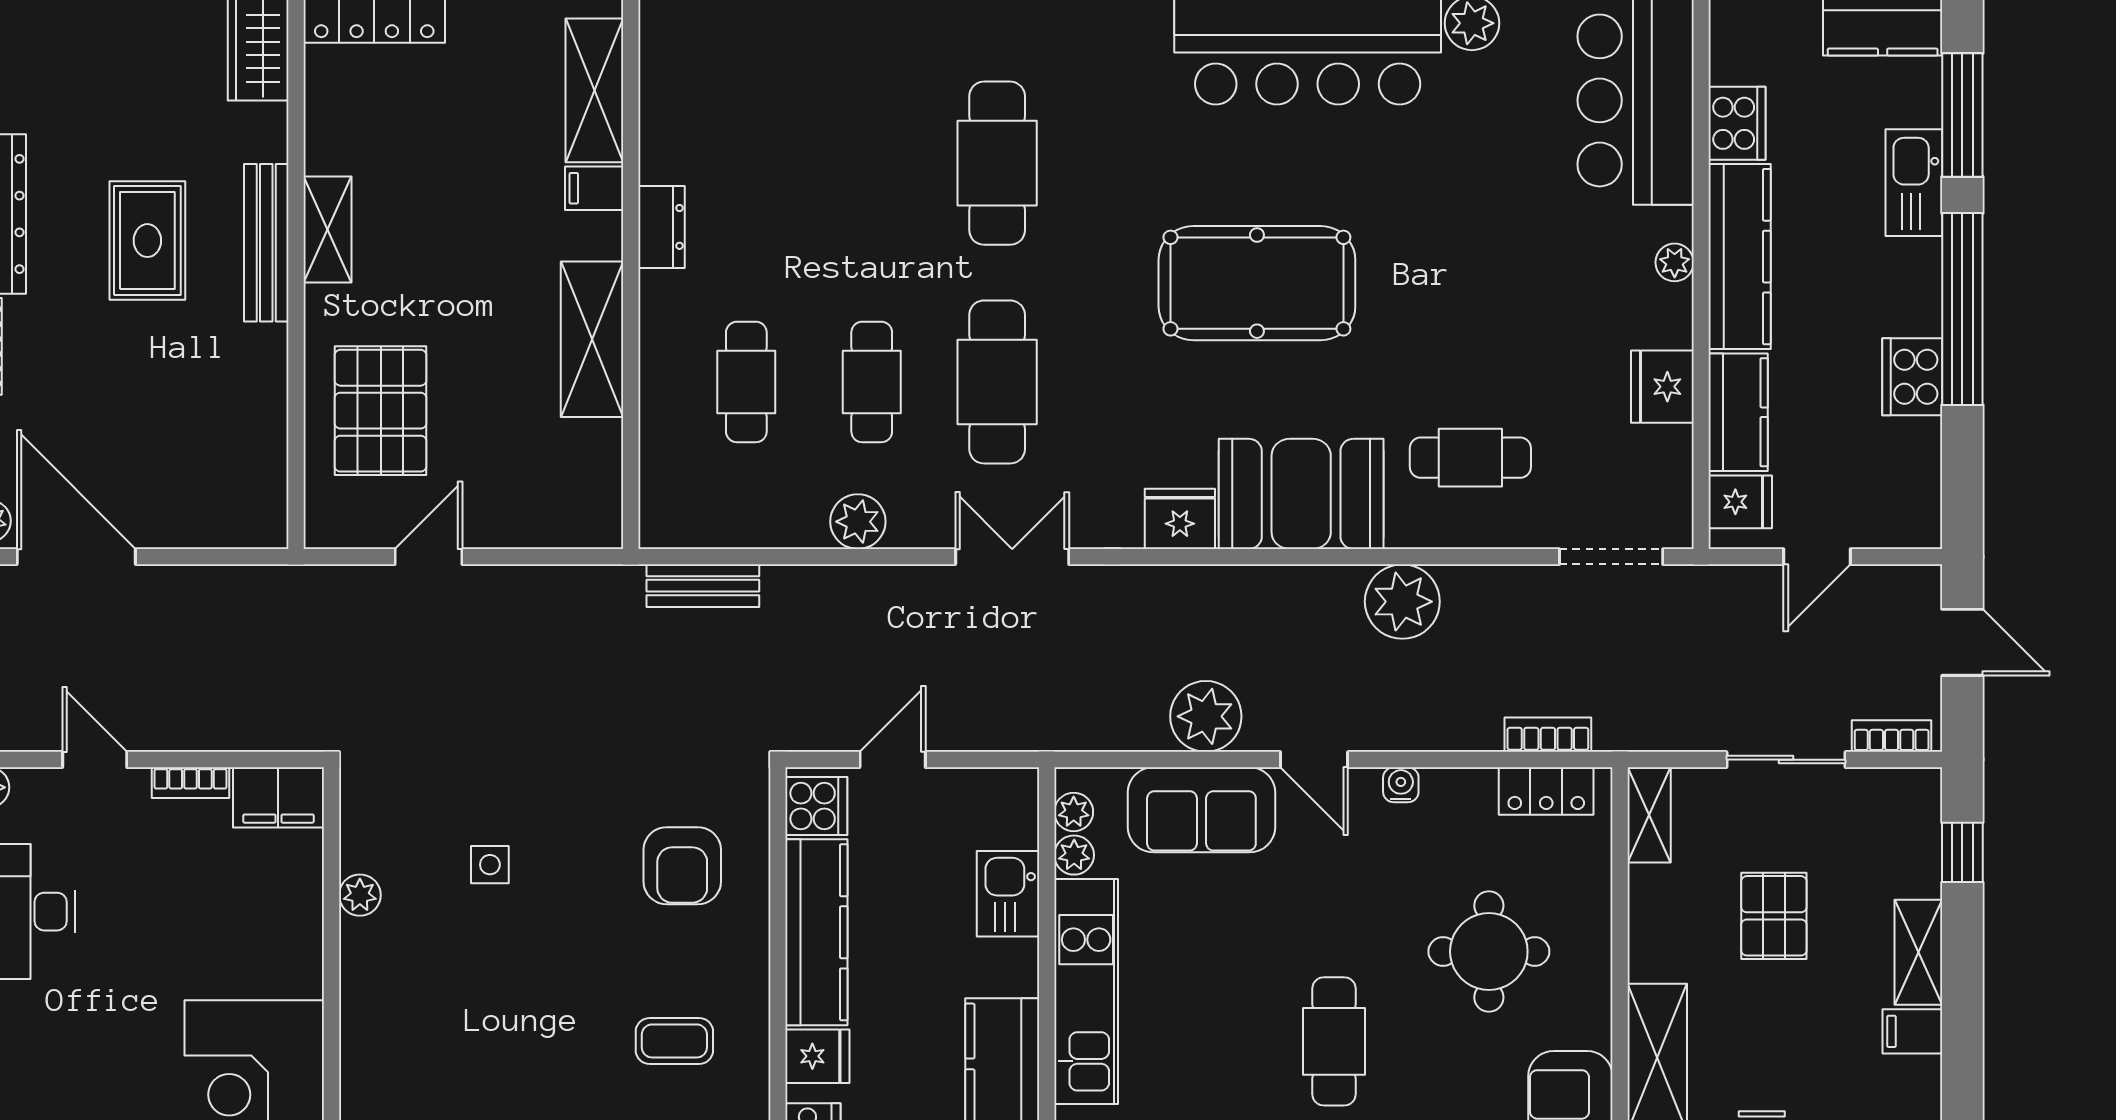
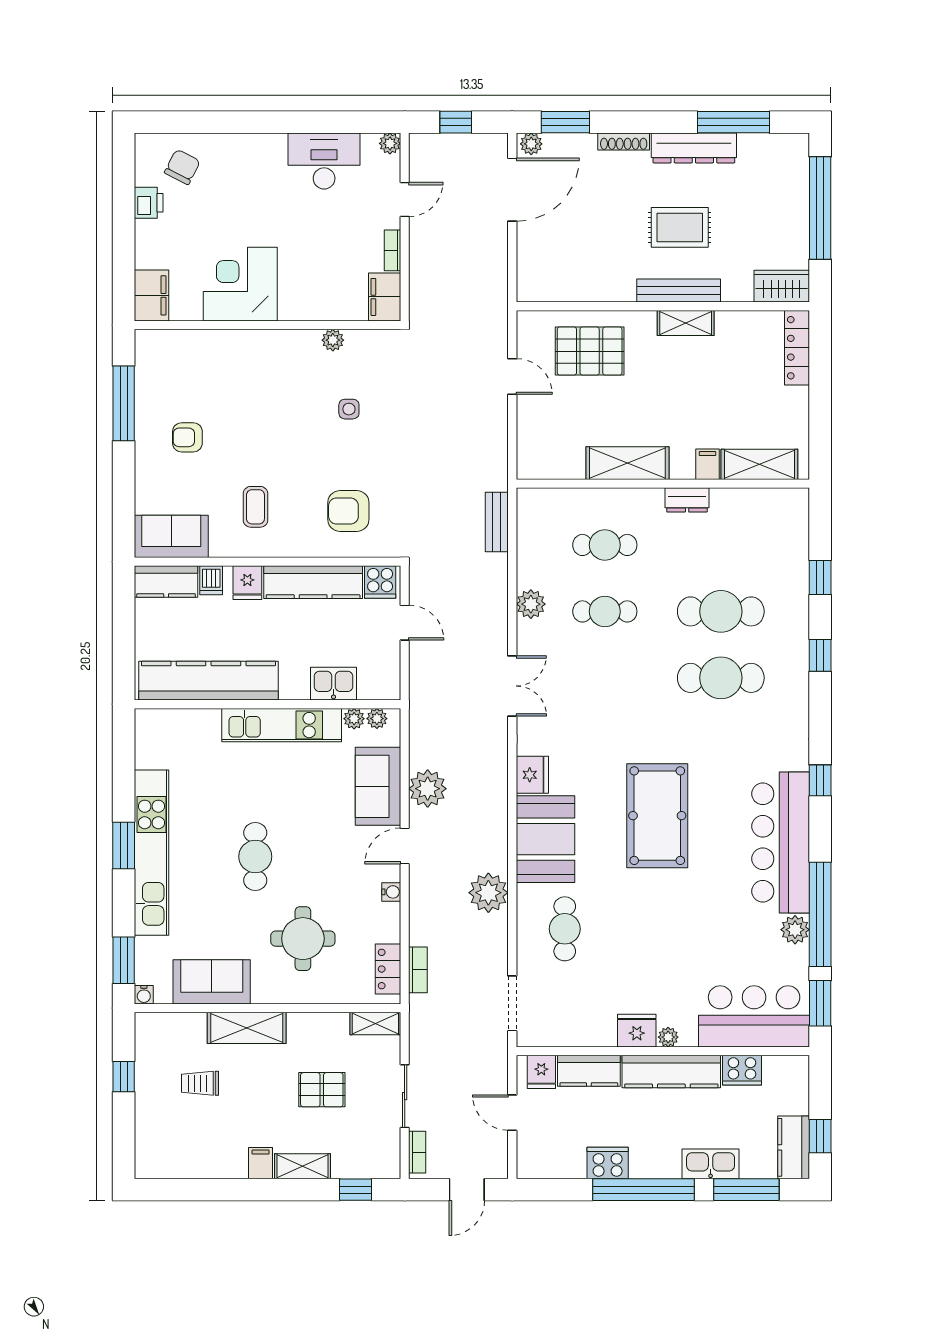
cafe table: (997, 382) -> (721, 611), moved
fridge: (1662, 387) -> (637, 1031), moved
cafe table: (1334, 1041) -> (255, 857), turned 90

